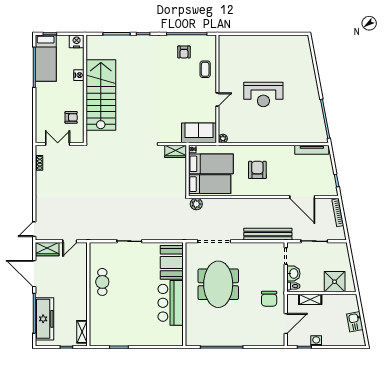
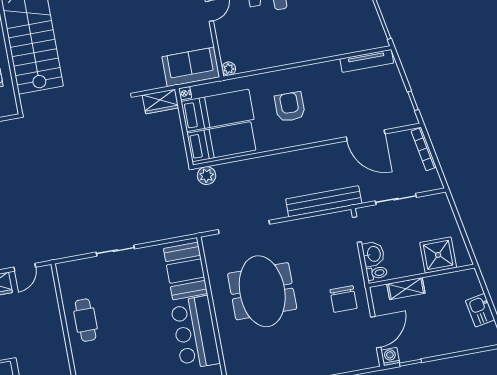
washing machine: (316, 341) -> (390, 356), moved

